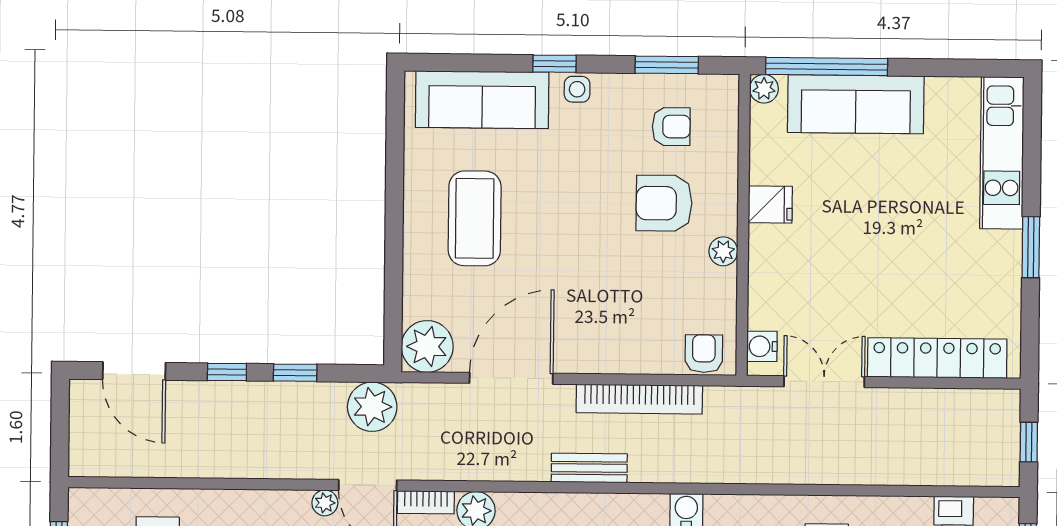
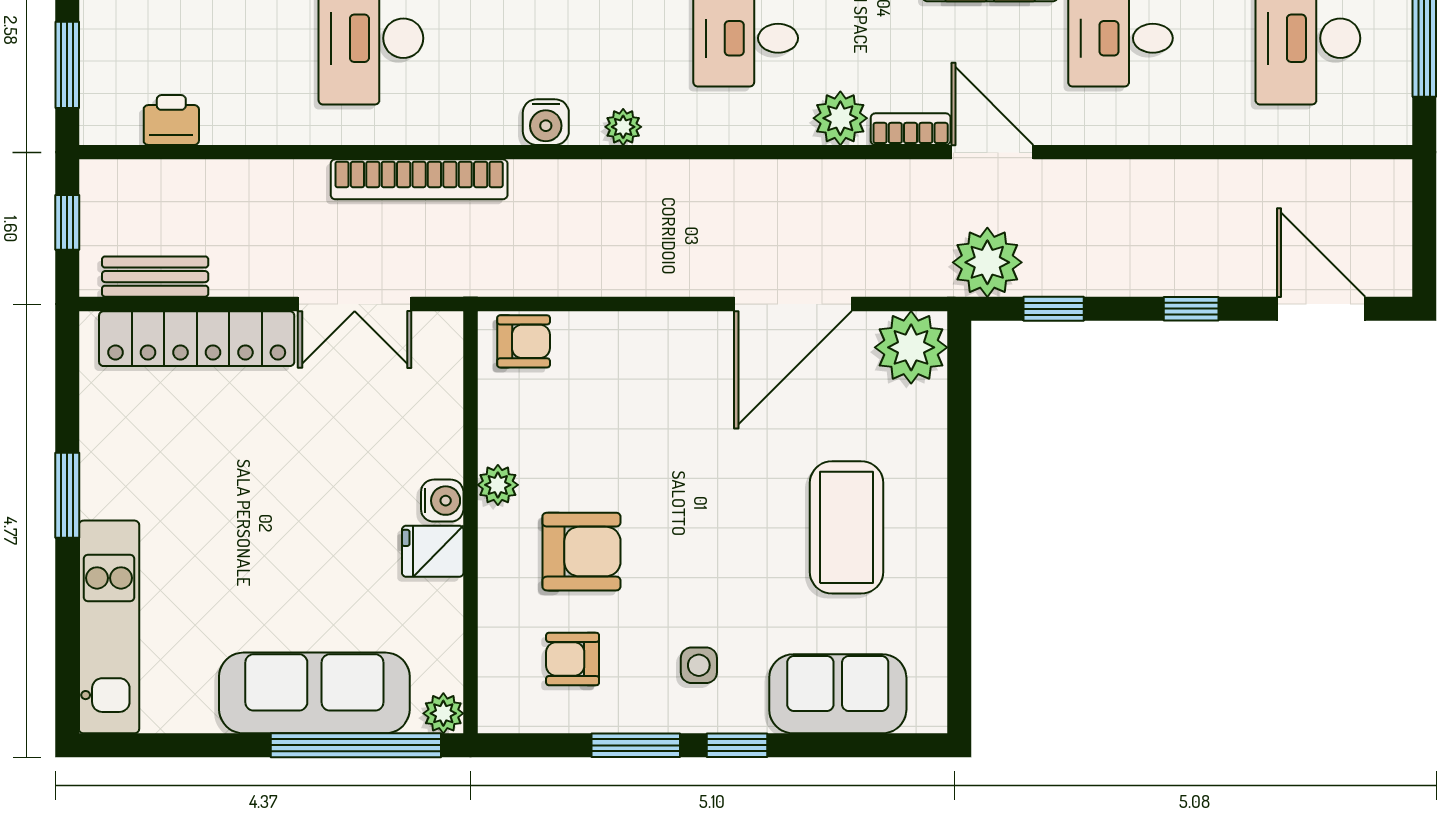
window: (667, 65) -> (636, 745), moved
side table: (577, 89) -> (699, 665), moved
sofa: (482, 100) -> (838, 694), width x0.73
water cooler: (762, 346) -> (442, 501), moved
armchair: (704, 354) -> (524, 341), turned -90
window: (295, 373) -> (1054, 309), moved
bookcase: (639, 399) -> (419, 179), moved, turned 180
bench: (589, 468) -> (155, 277), moved
plant: (325, 503) -> (623, 127), moved

